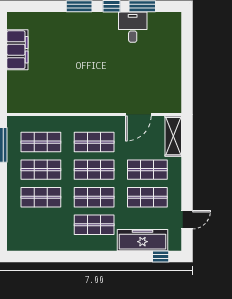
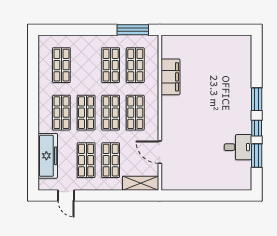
filing cabinet: (17, 50) -> (170, 77), moved, turned -90
shop shelf: (41, 197) -> (61, 65), moved
window: (161, 257) -> (33, 172), removed

